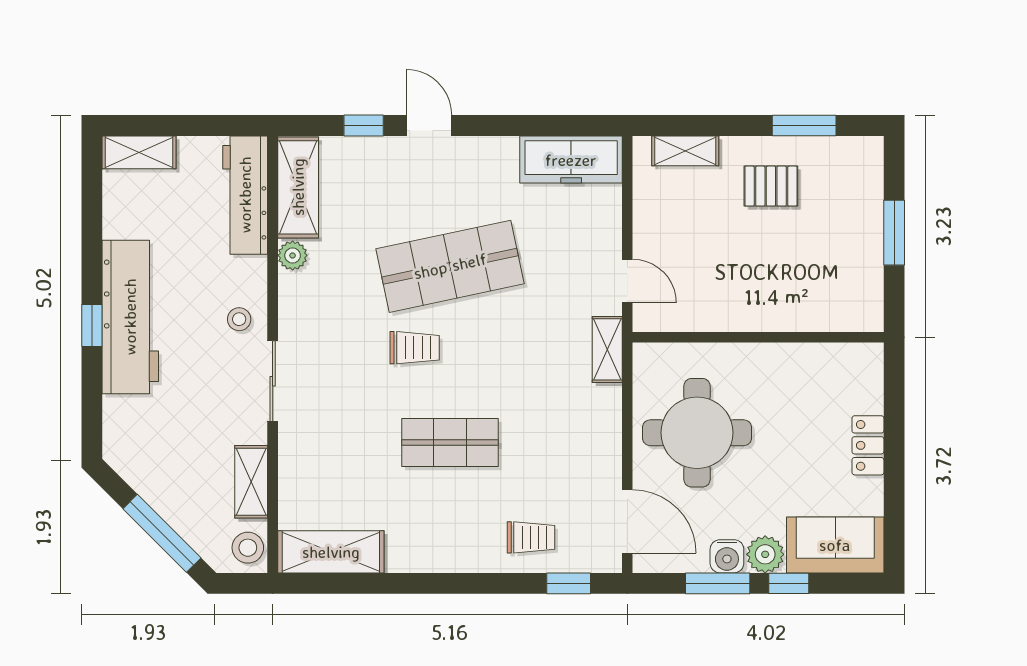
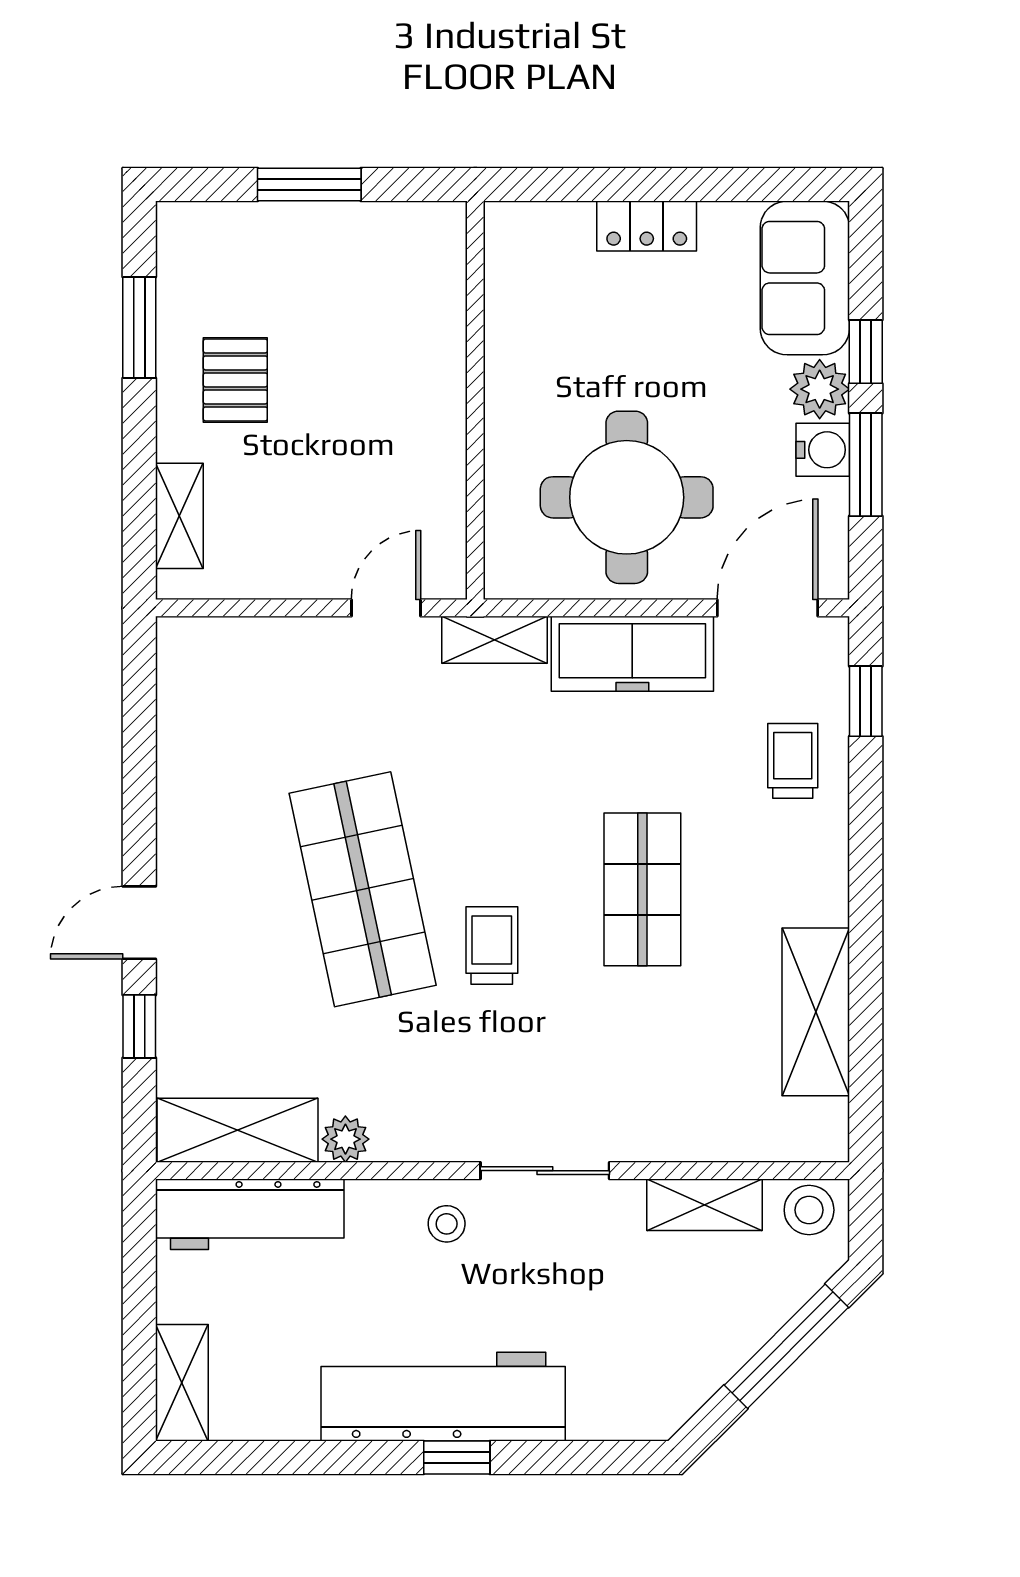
freezer: (571, 160) -> (632, 654), moved, turned 90
shelving: (331, 552) -> (816, 1012), moved

